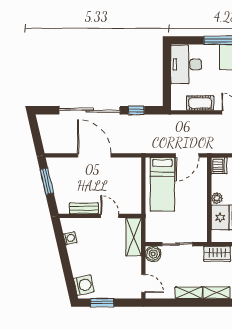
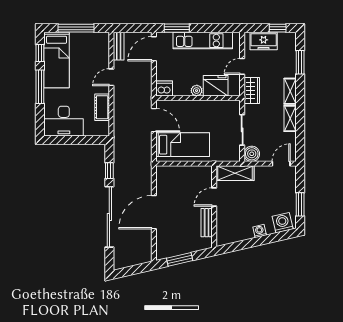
washing machine: (70, 238) -> (260, 231), moved

